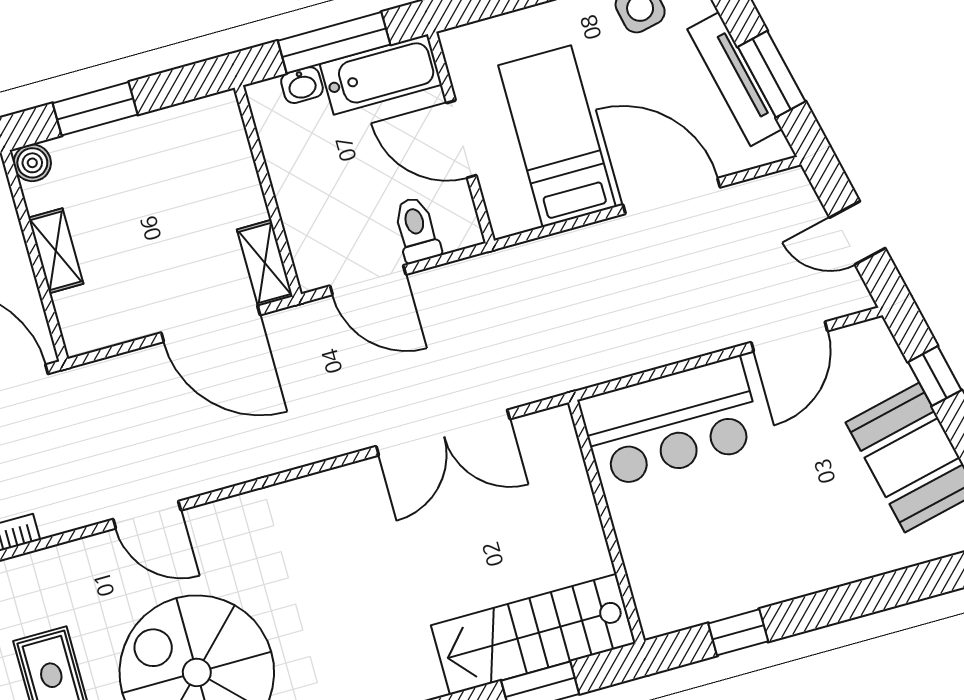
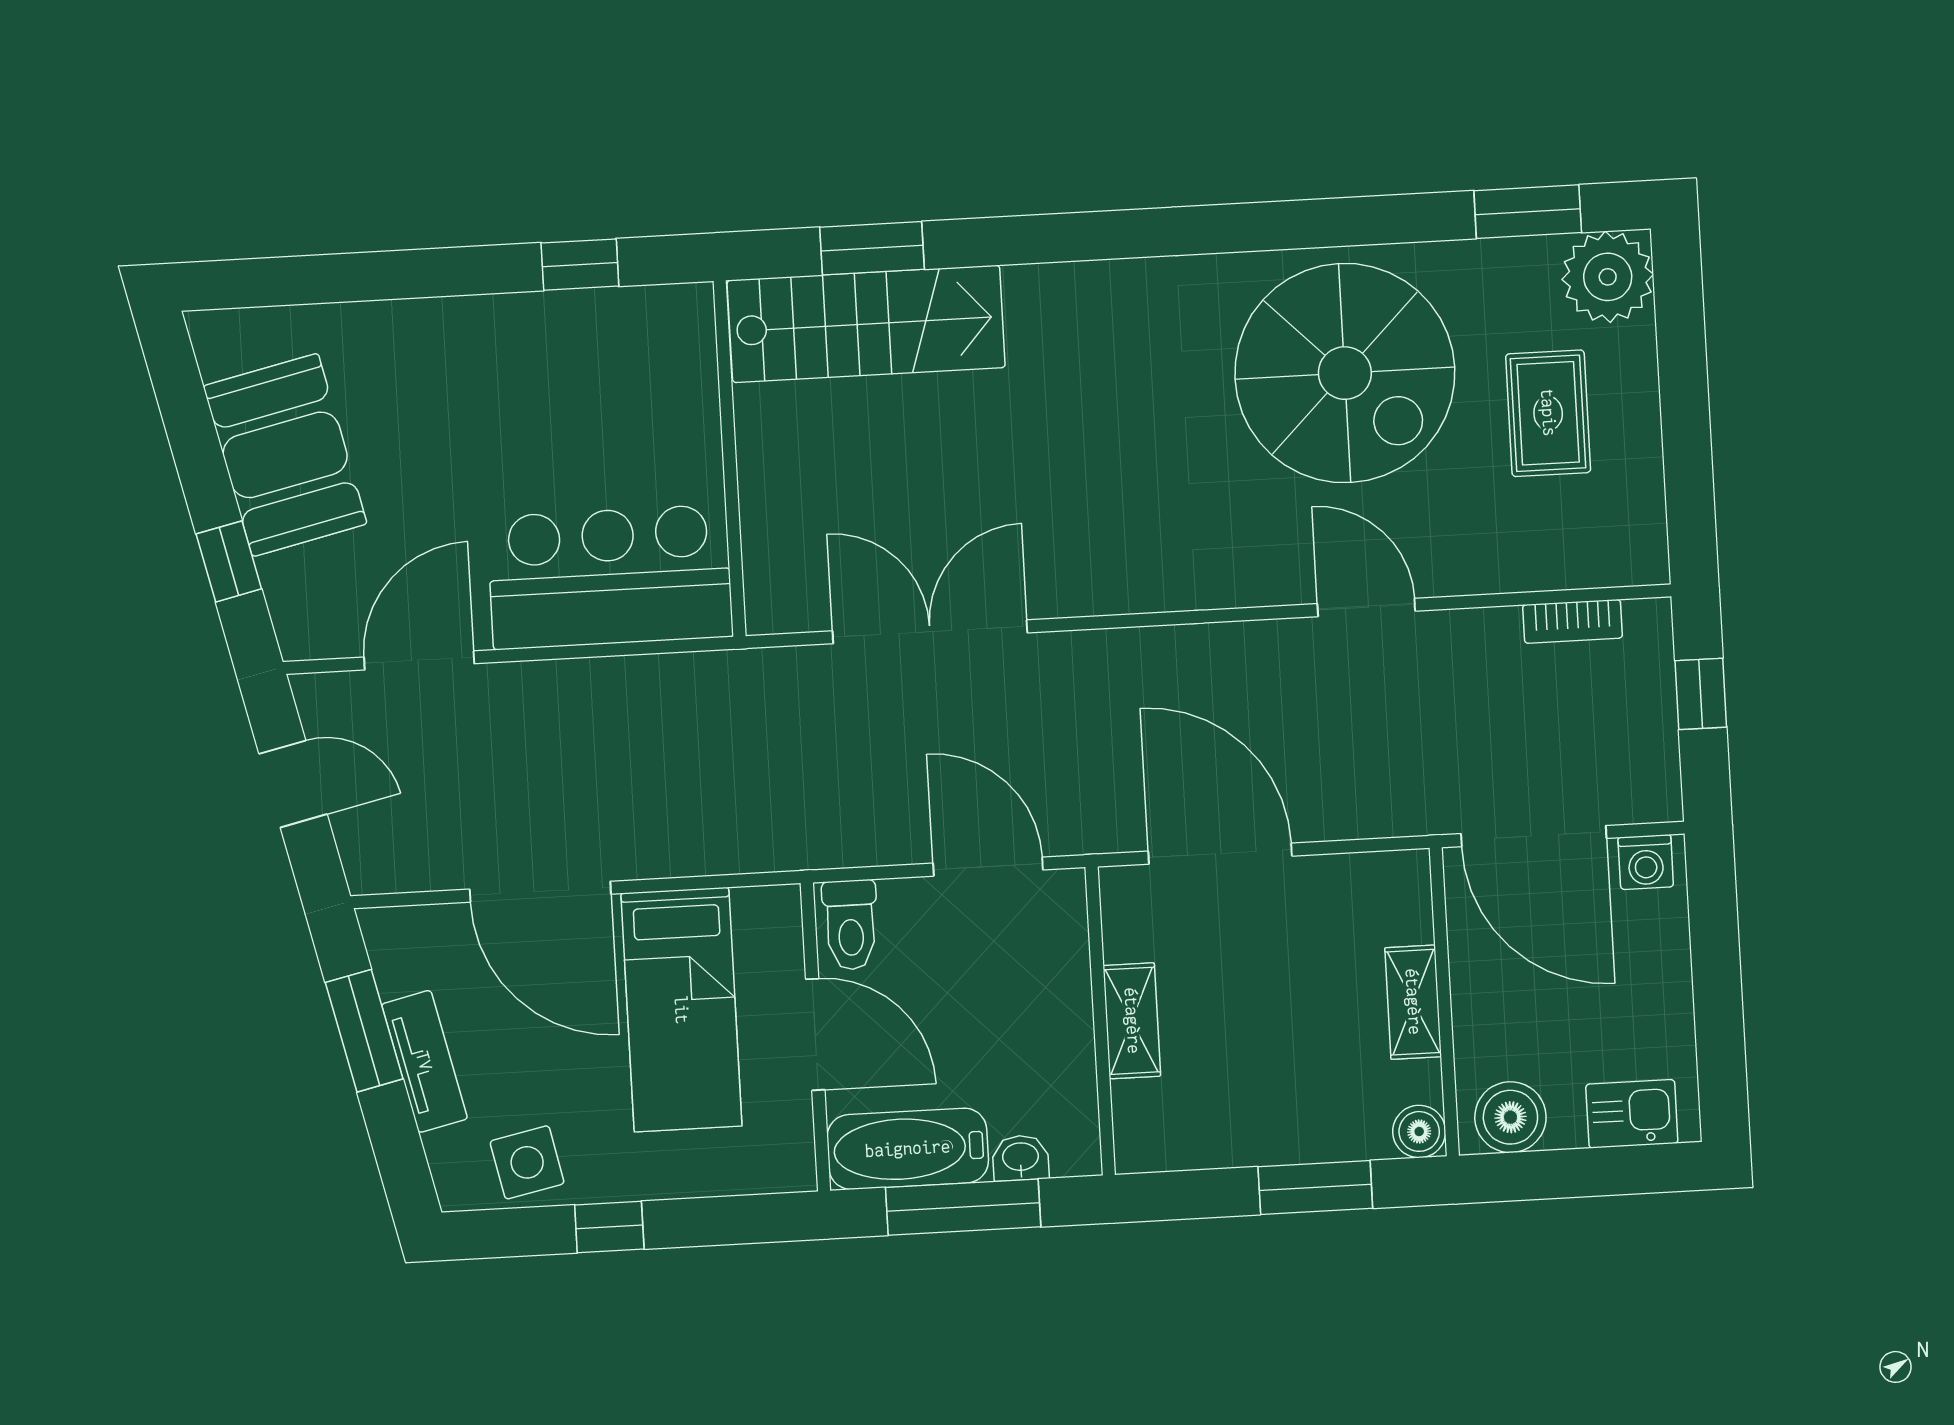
tv unit: (735, 79) -> (424, 1061), width x0.71
toilet: (417, 230) -> (850, 925), moved
shelving: (265, 263) -> (1132, 1021), moved

